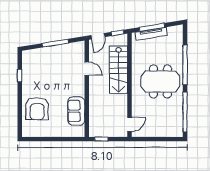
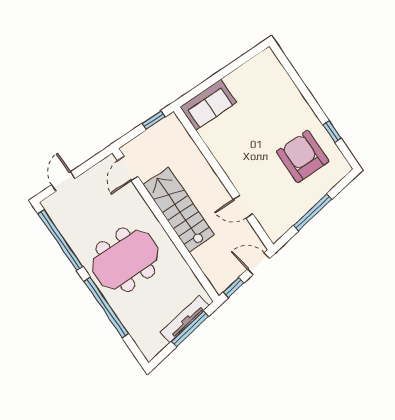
door: (98, 36) -> (258, 264), hinge flipped
stairs: (119, 70) -> (179, 210), moved
armchair: (37, 109) -> (303, 157), moved
sofa: (76, 111) -> (208, 105), moved, turned 90
door: (165, 139) -> (63, 182), added

